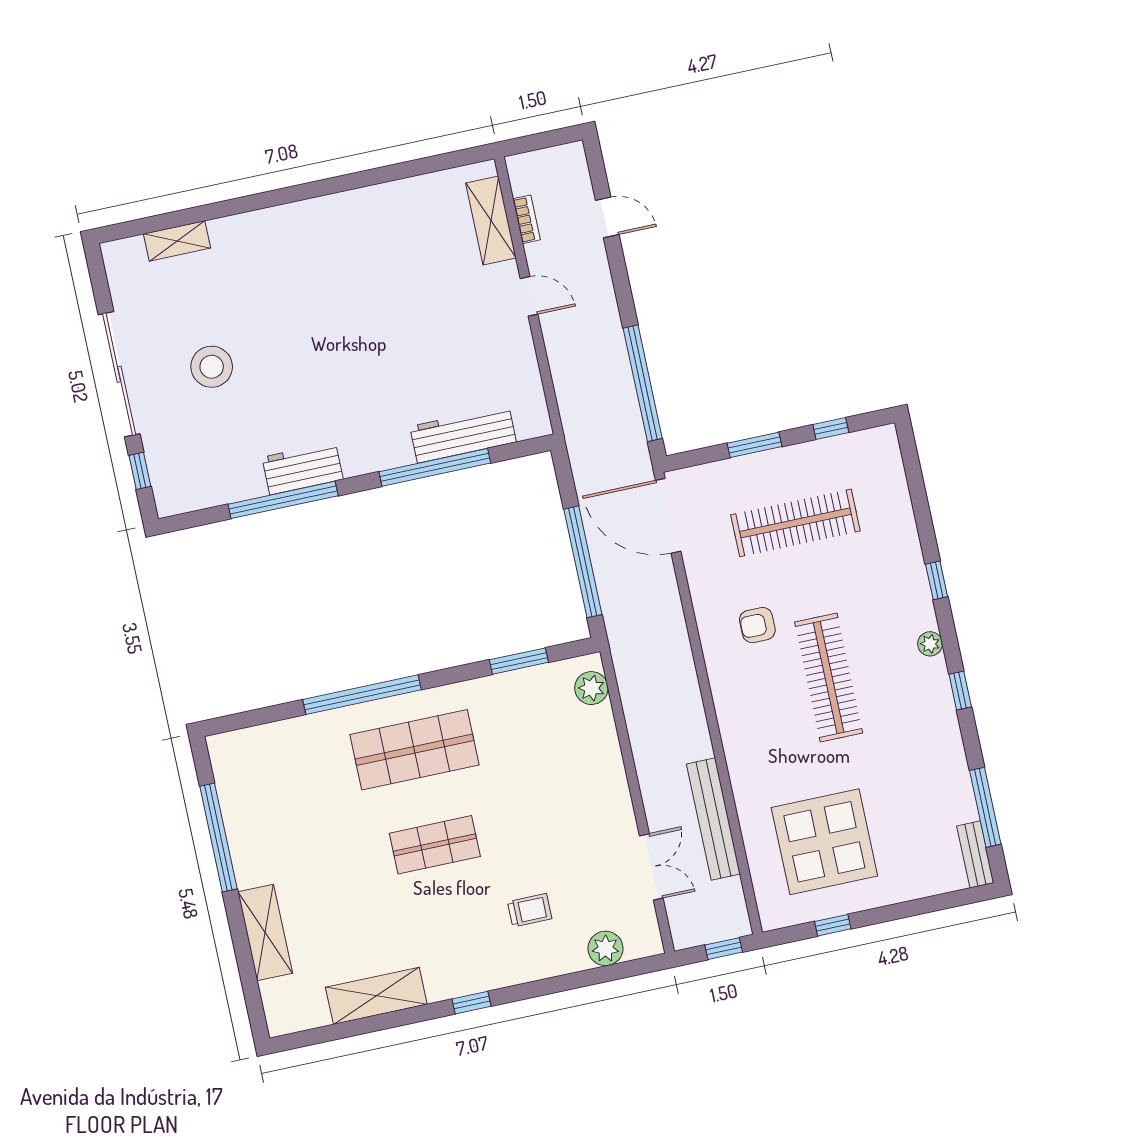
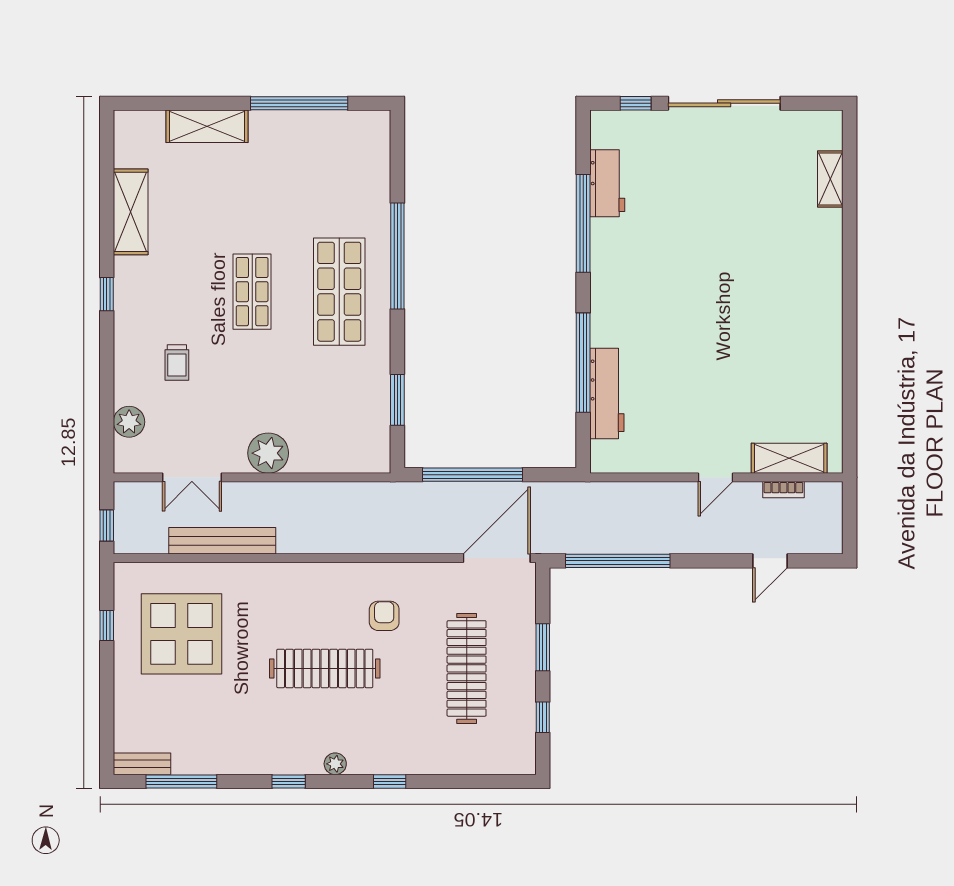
stool: (212, 367) -> (713, 186), removed
workbench: (303, 468) -> (607, 183), moved
plant: (591, 688) -> (268, 453), moved, width x1.36, depth x1.36

